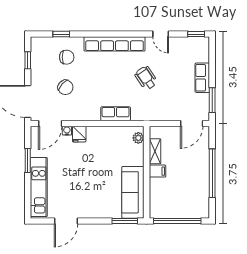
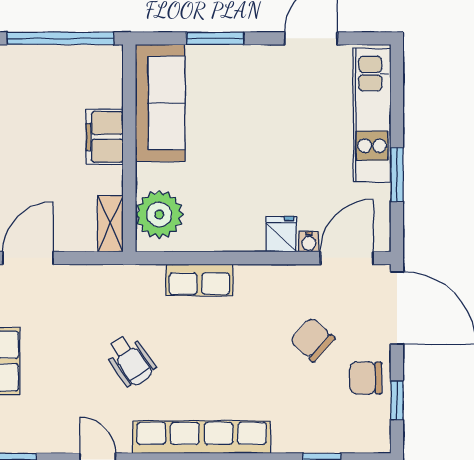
chair: (67, 57) -> (366, 378), moved
plant: (138, 138) -> (159, 214), width x1.88, depth x1.88
shelving: (155, 151) -> (110, 224), moved
filing cabinet: (158, 171) -> (105, 137), width x2.00
window: (125, 221) -> (215, 38), moved

